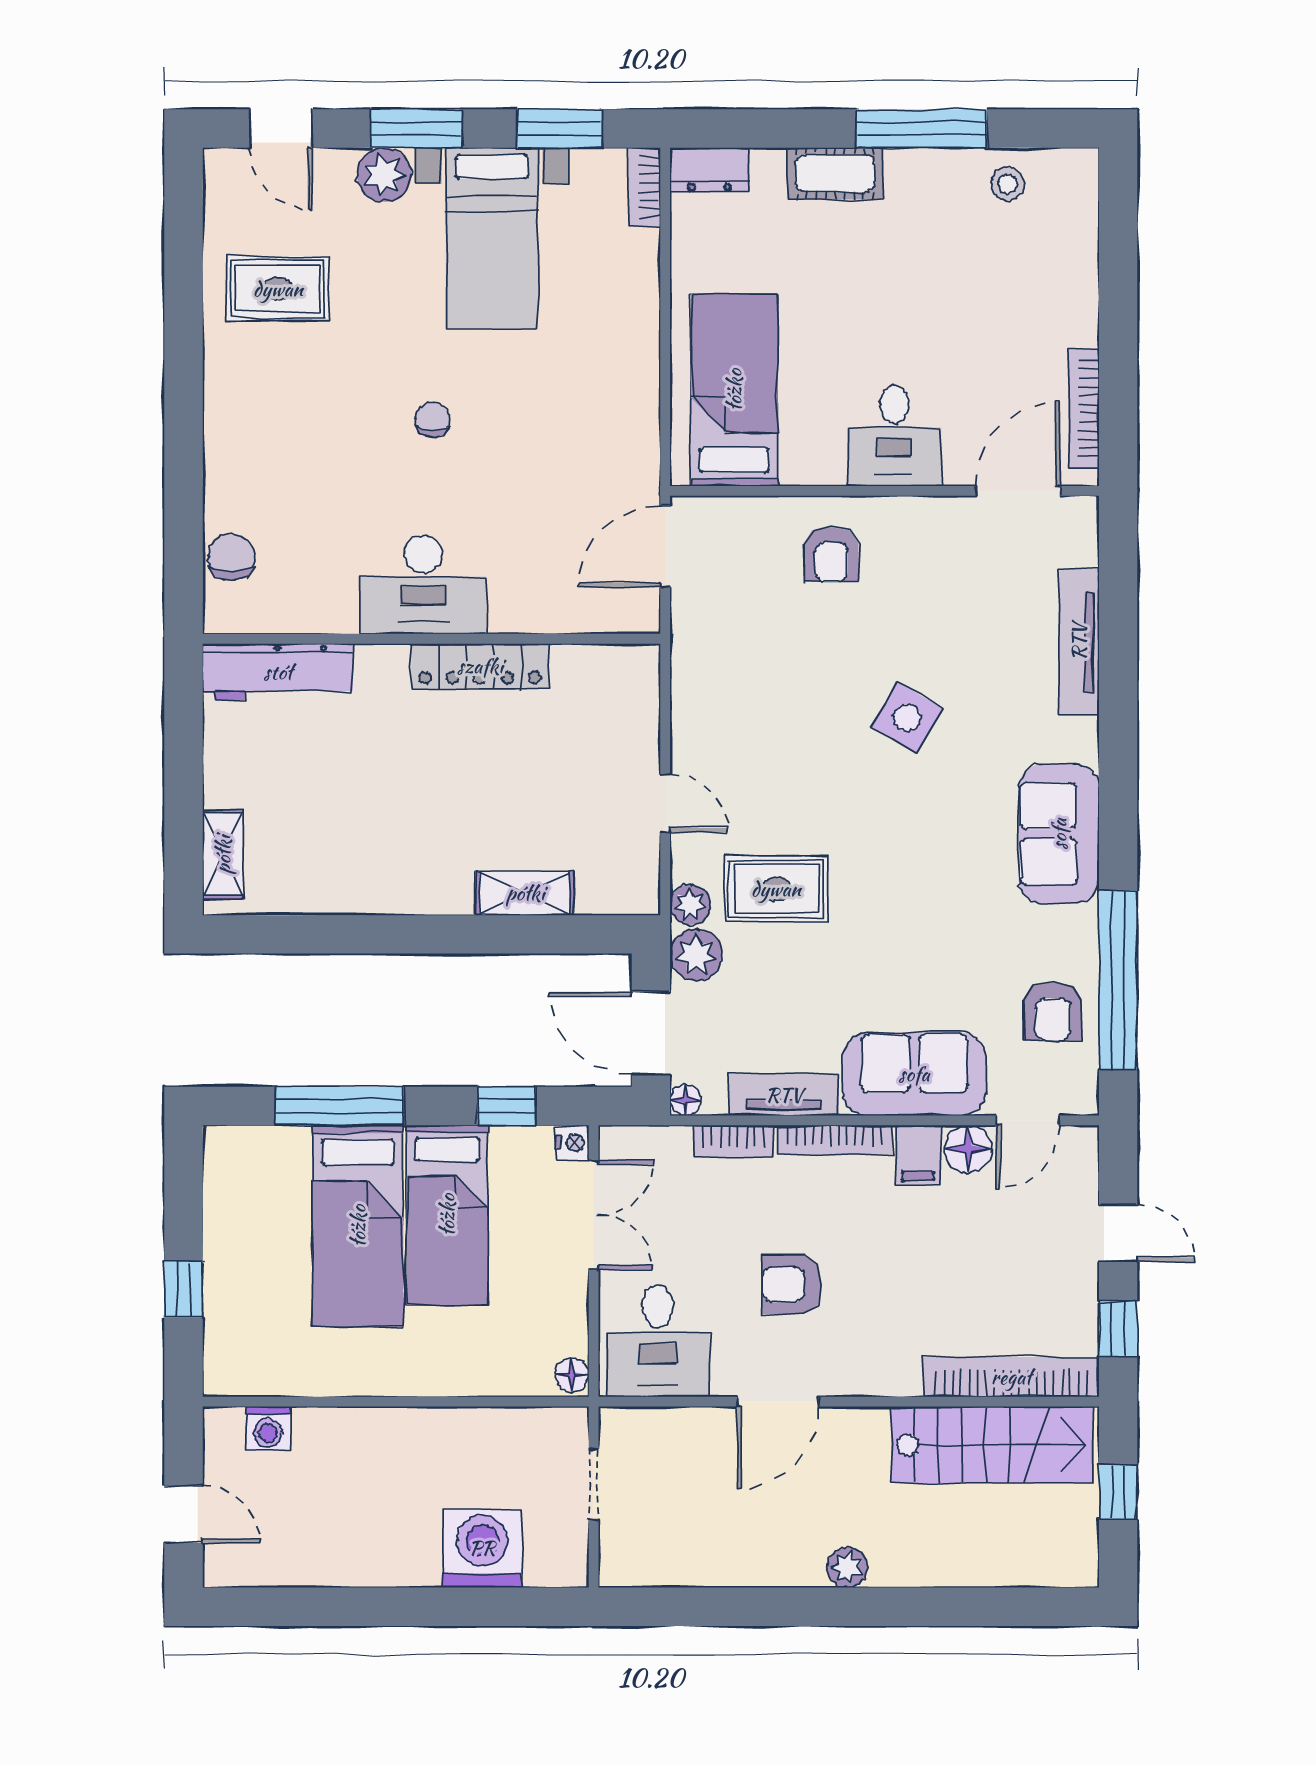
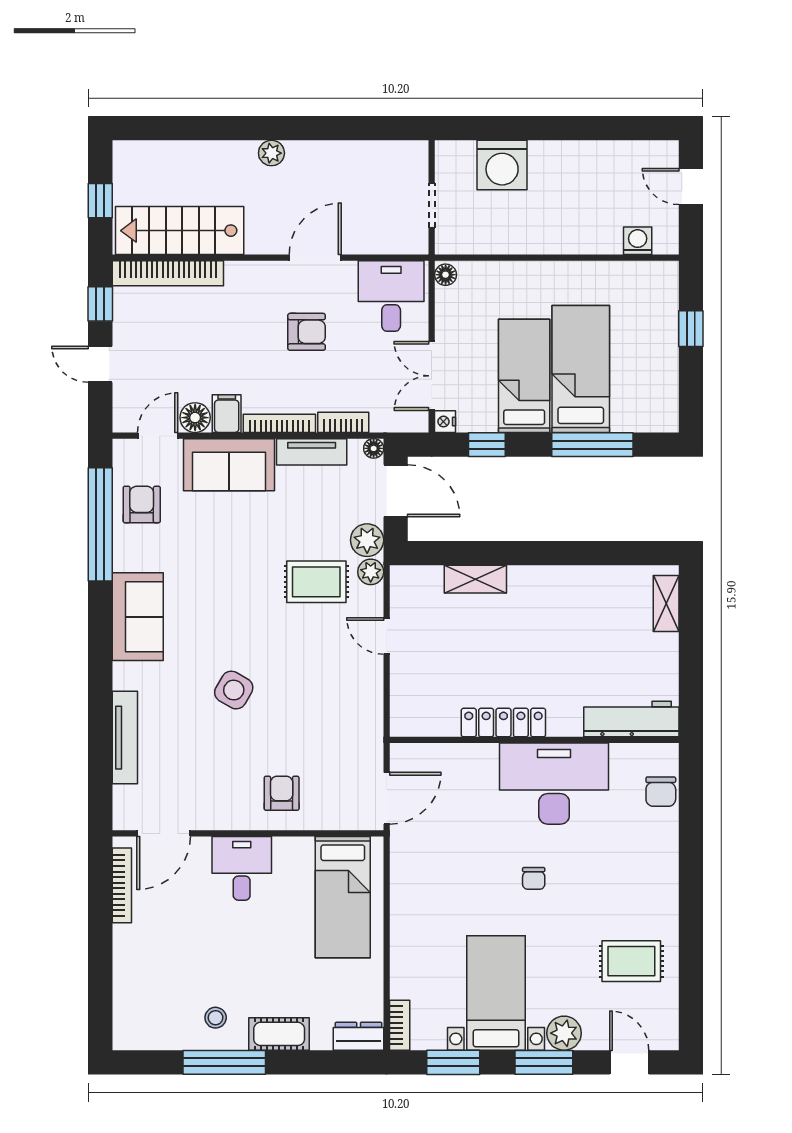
stool: (1008, 184) -> (216, 1018), moved
desk: (423, 584) -> (554, 784), width x1.36, depth x1.30

